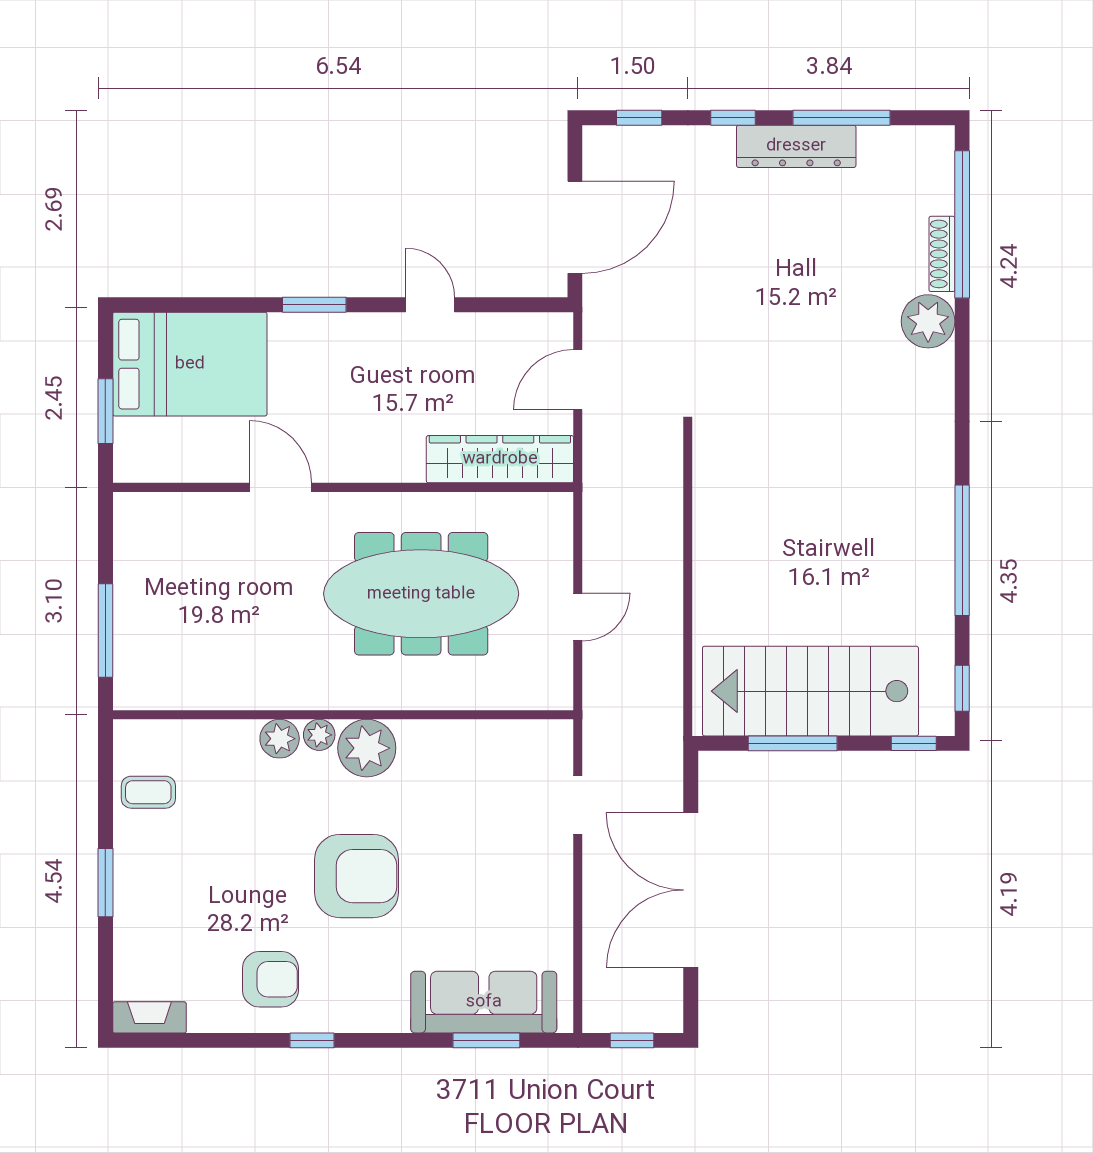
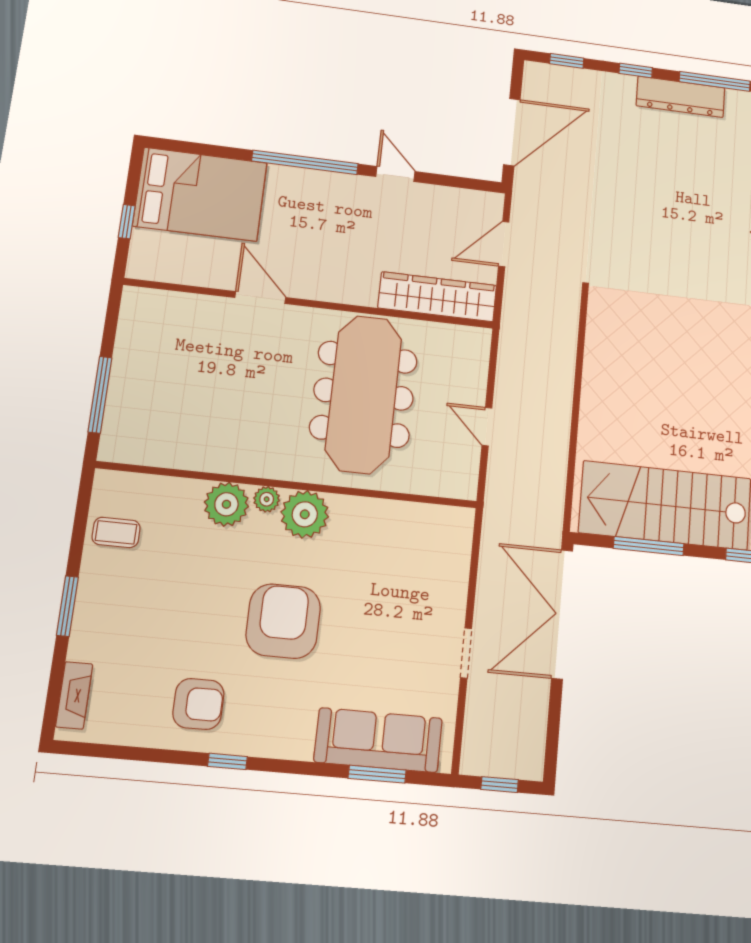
window: (314, 305) -> (305, 162), width x2.11
window: (105, 411) -> (127, 222), width x0.67
meeting table: (421, 594) -> (364, 394), turned 90
door: (578, 617) -> (487, 427), swing flipped
plant: (280, 739) -> (226, 504), width x1.36, depth x1.36
doorway: (578, 805) -> (466, 653), moved
armchair: (357, 876) -> (283, 621), turned -90
double door: (691, 890) -> (562, 614), moved
fireplace: (149, 1017) -> (74, 695), moved, turned 90

